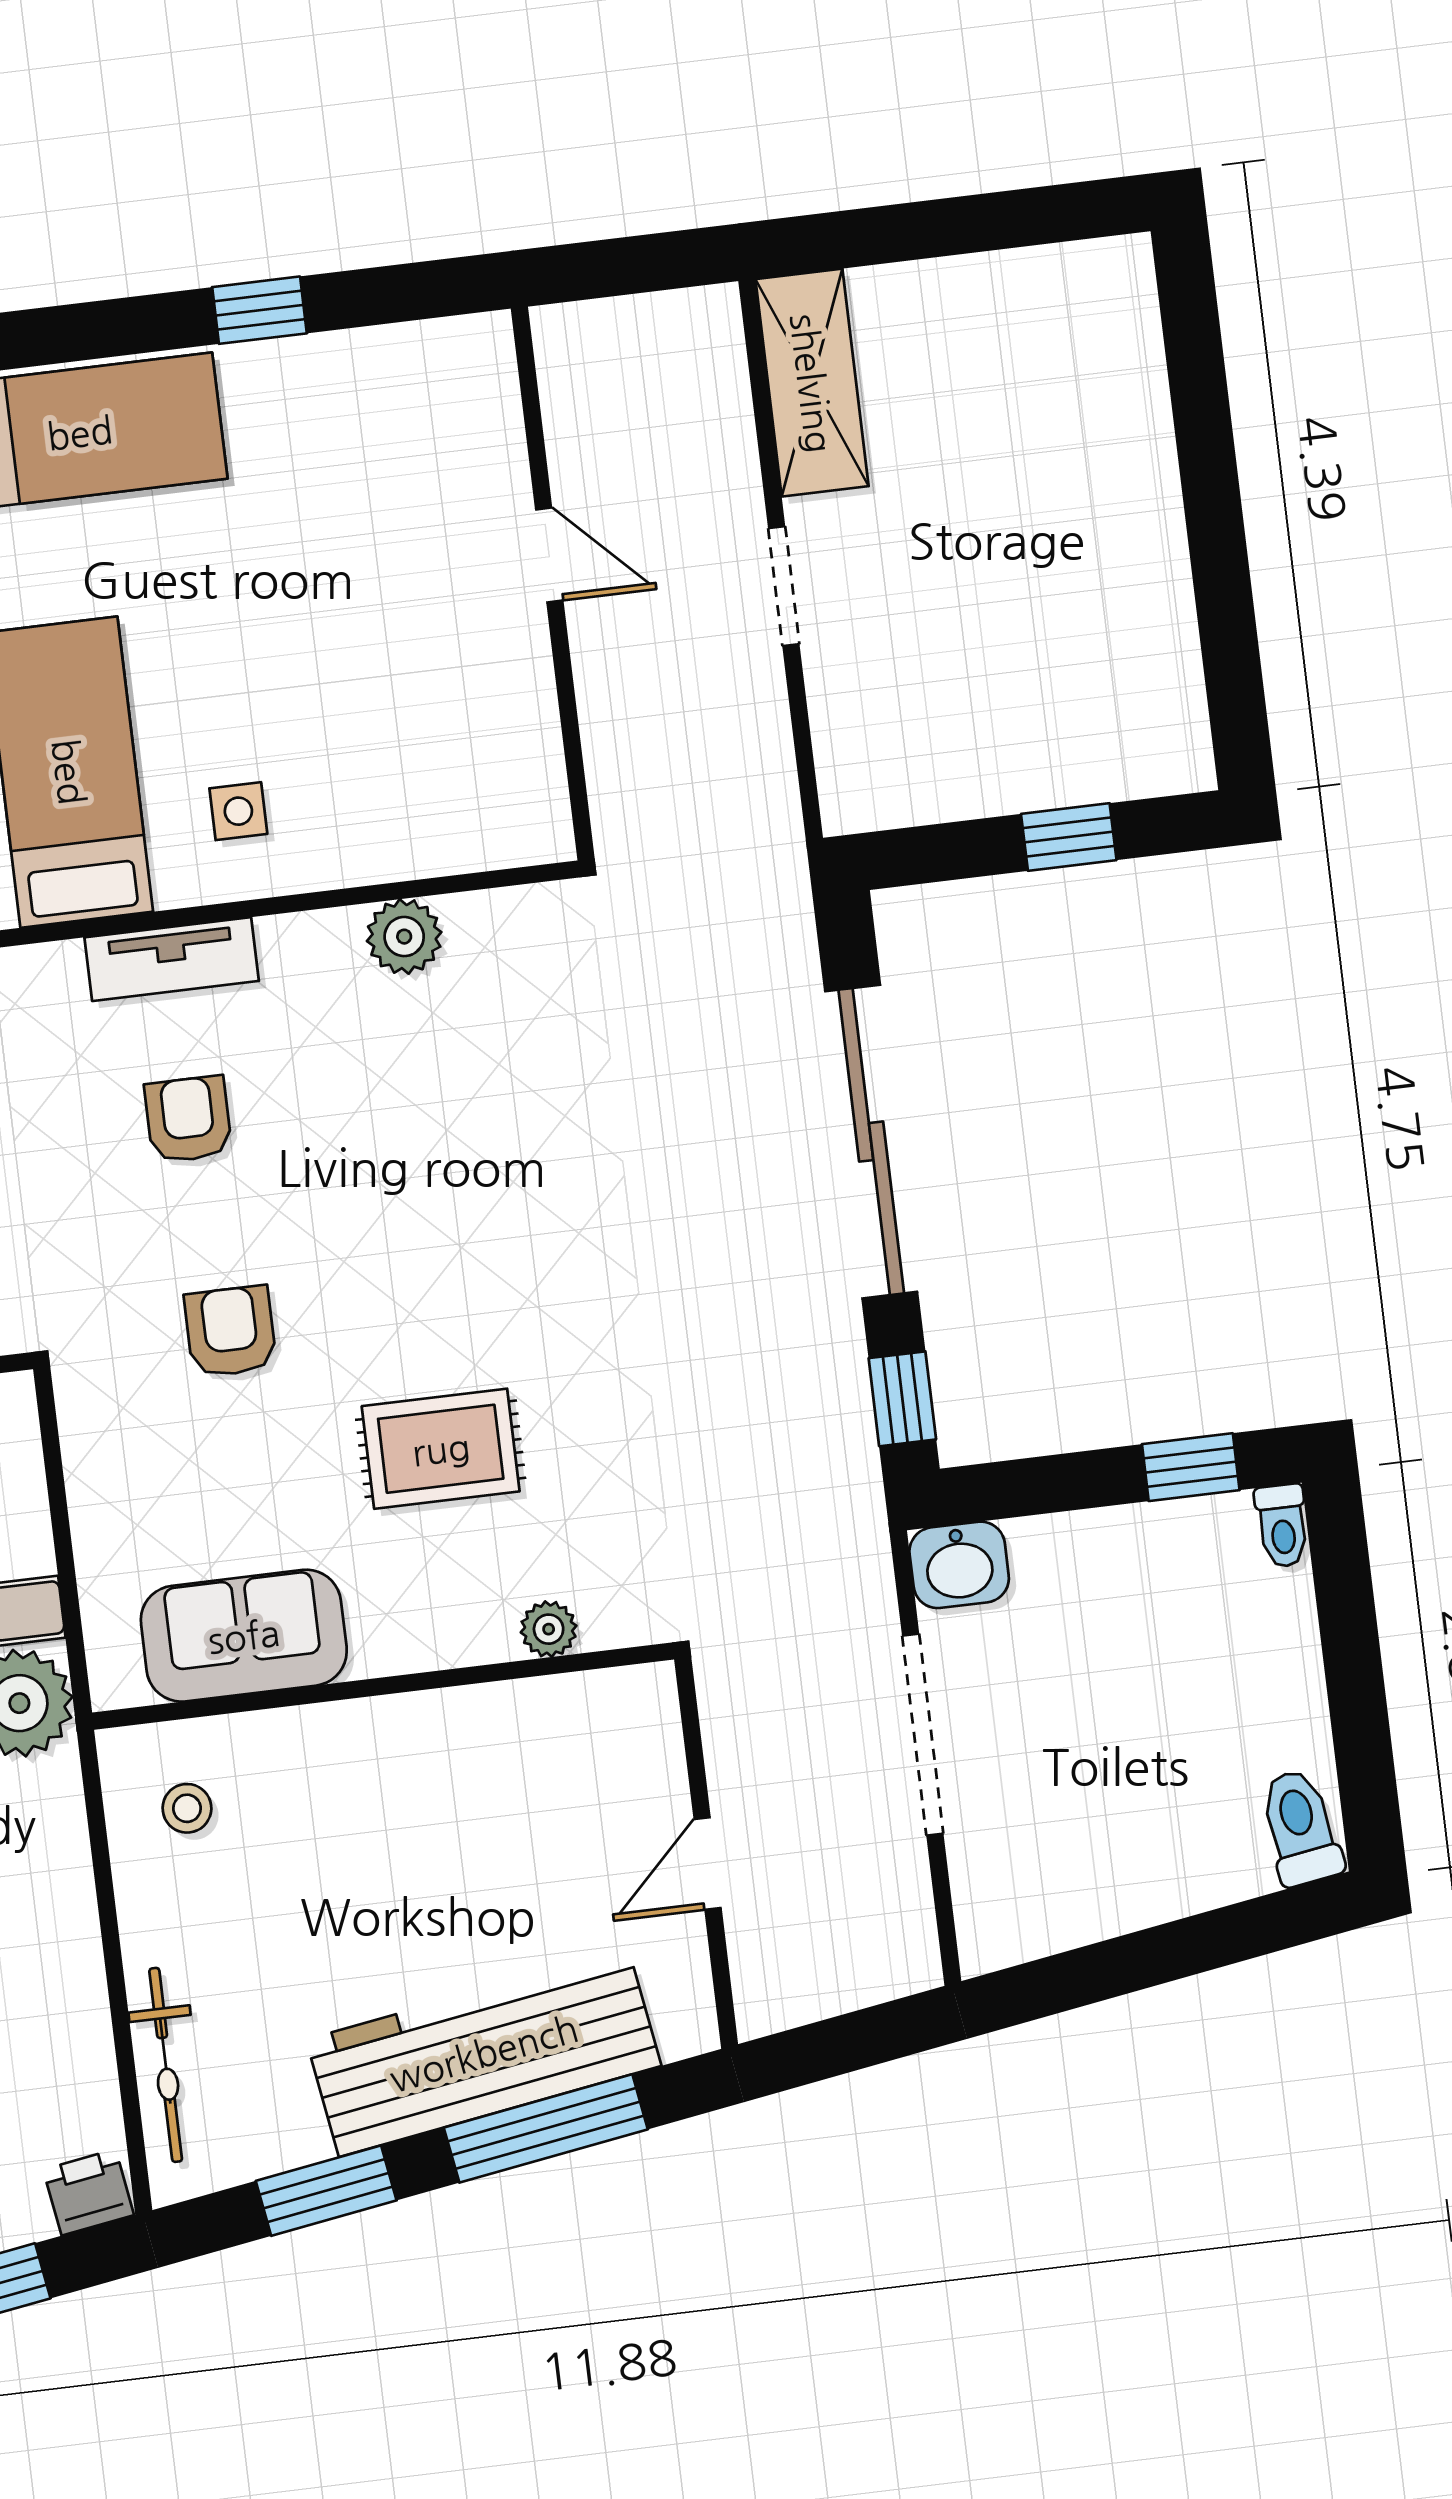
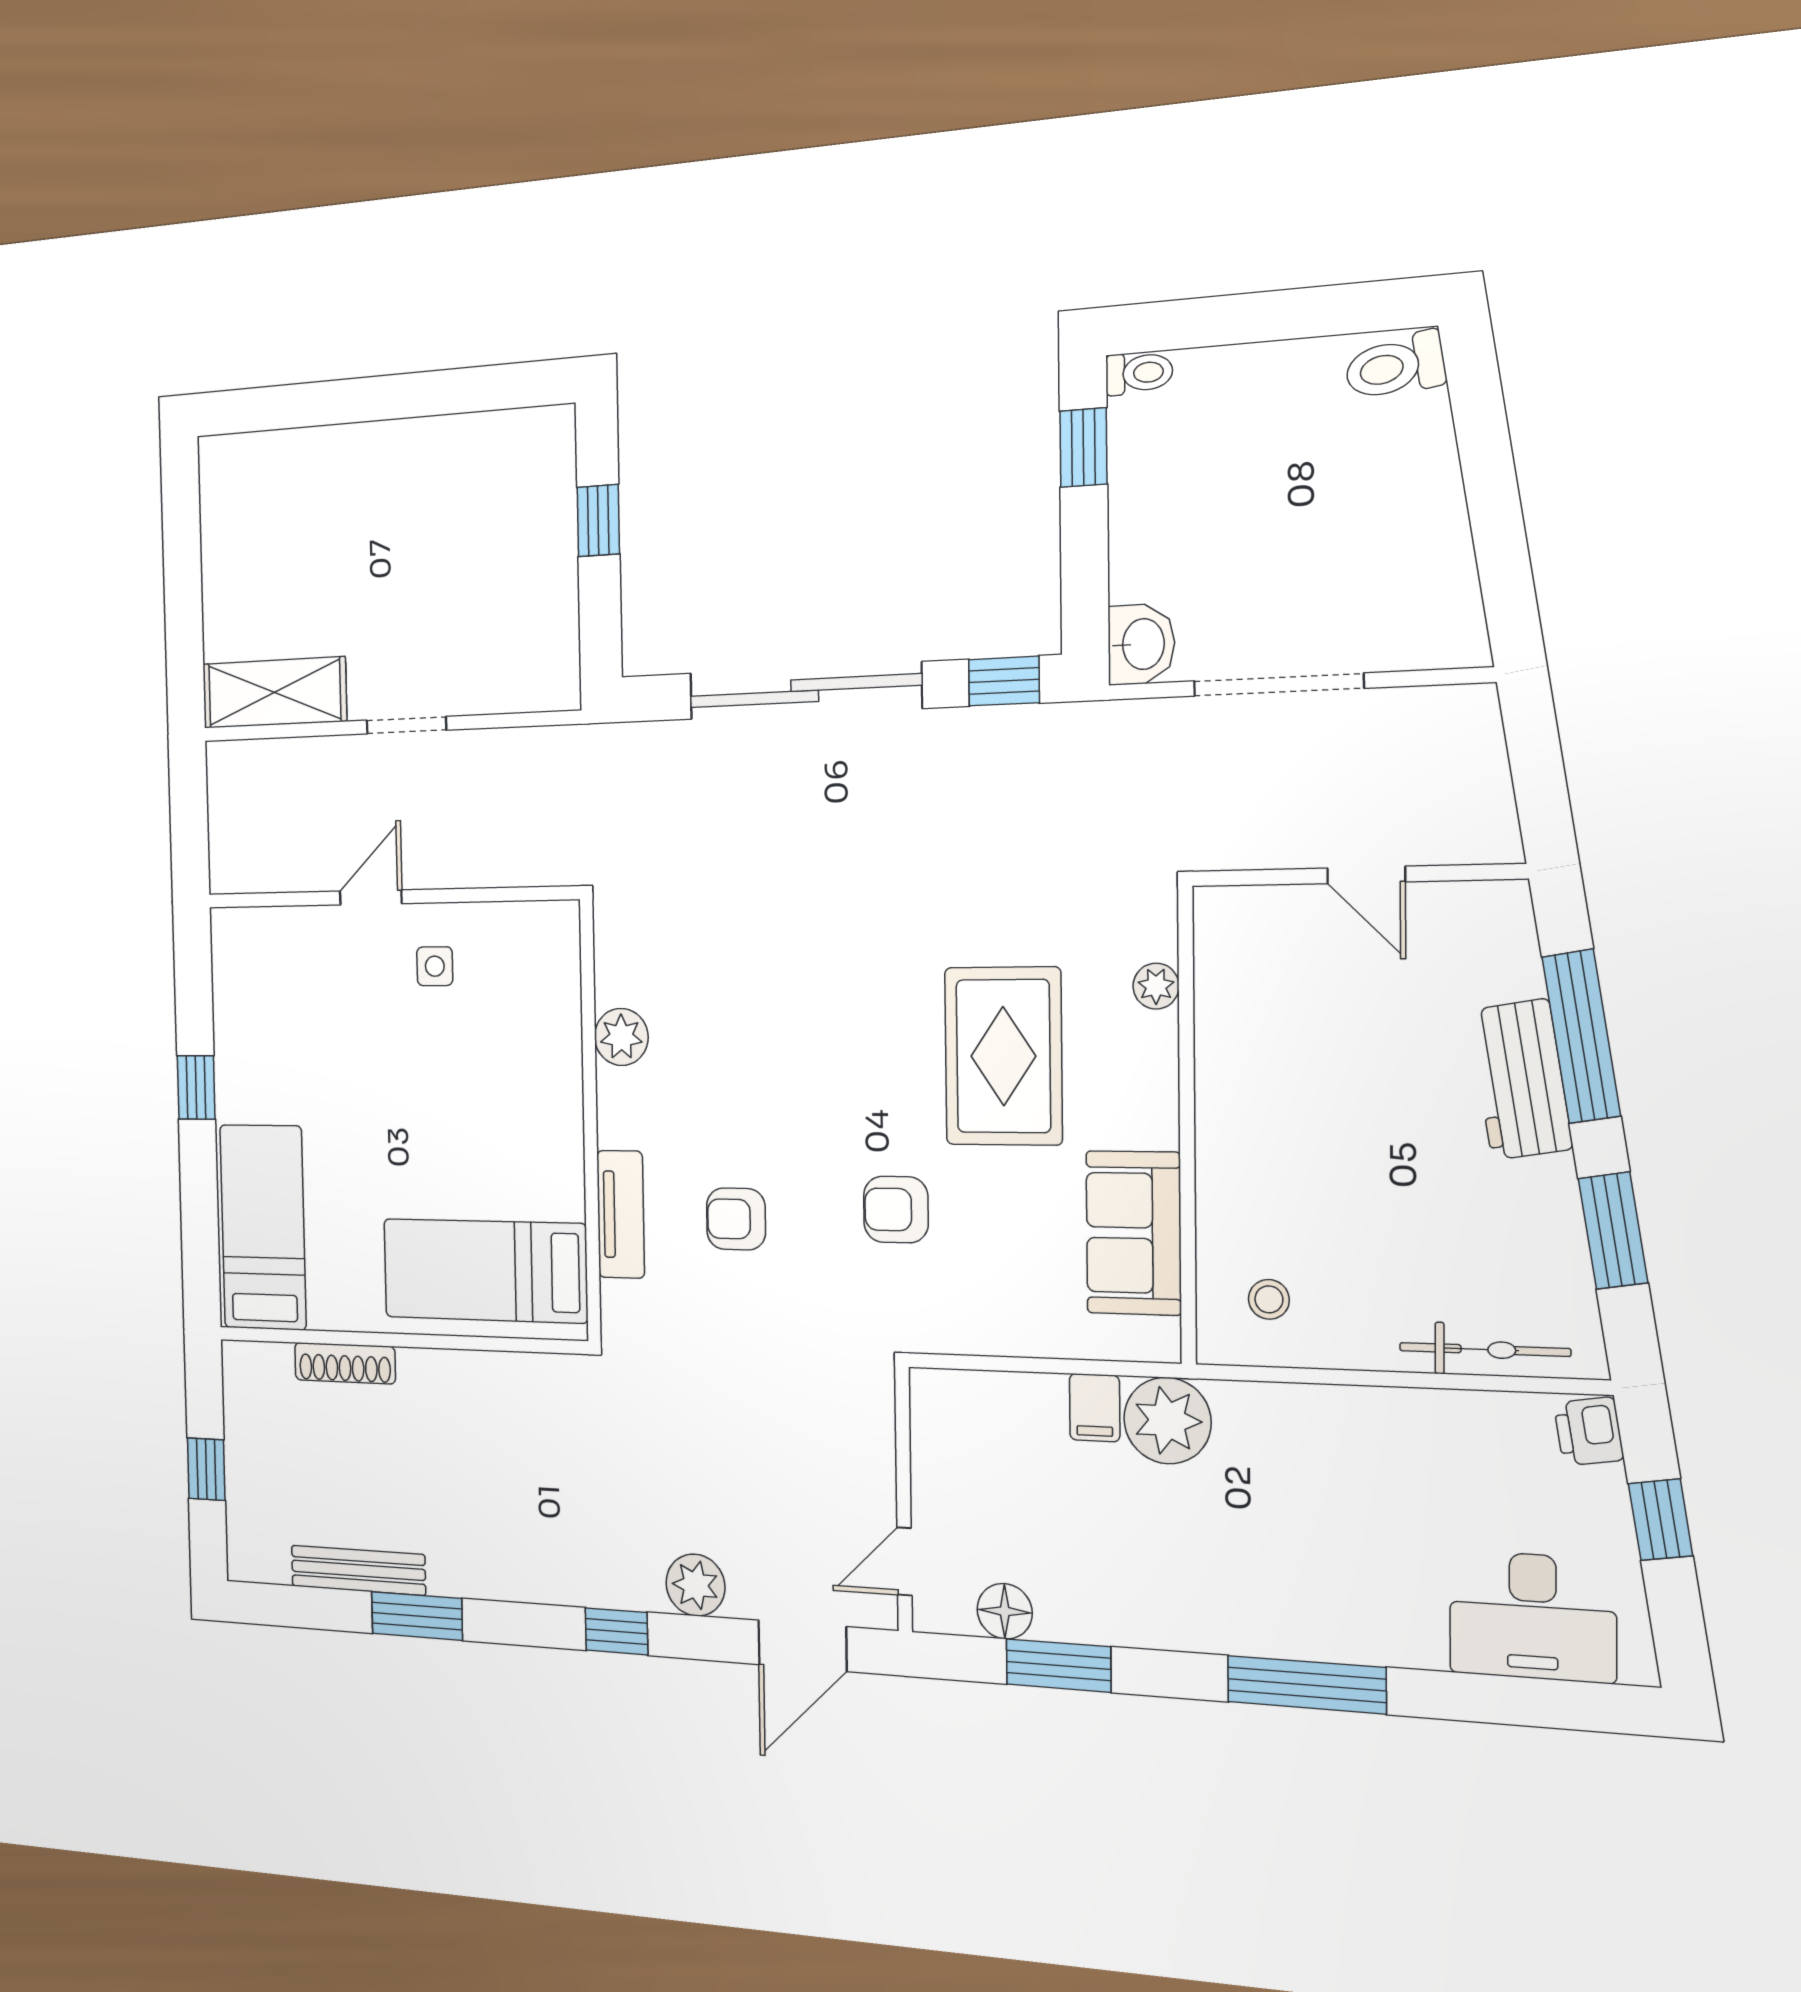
side table: (238, 811) -> (435, 966), moved
rug: (441, 1449) -> (1003, 1056), width x1.36, depth x1.43
workbench: (484, 2053) -> (1520, 1079), width x0.53, depth x0.76

